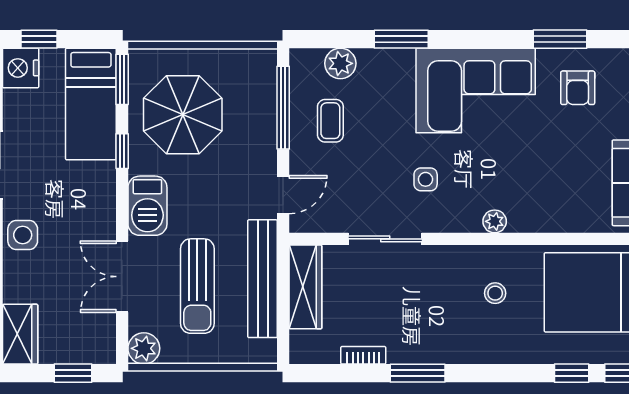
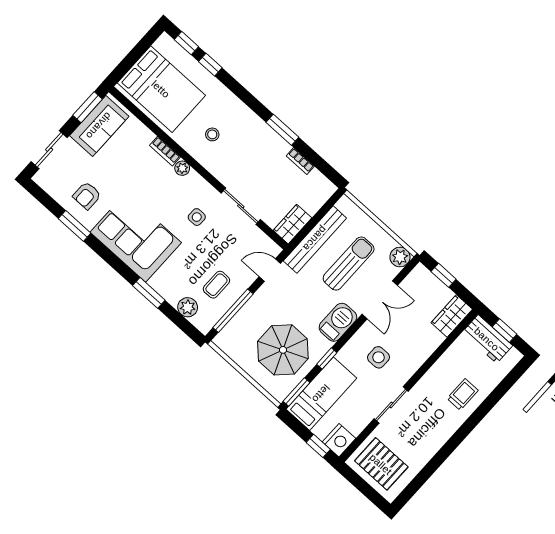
armchair: (578, 88) -> (87, 196), turned 180
bookcase: (533, 223) -> (165, 151), added
side table: (23, 235) -> (378, 357), moved
wardrobe: (305, 287) -> (292, 224), width x0.67

